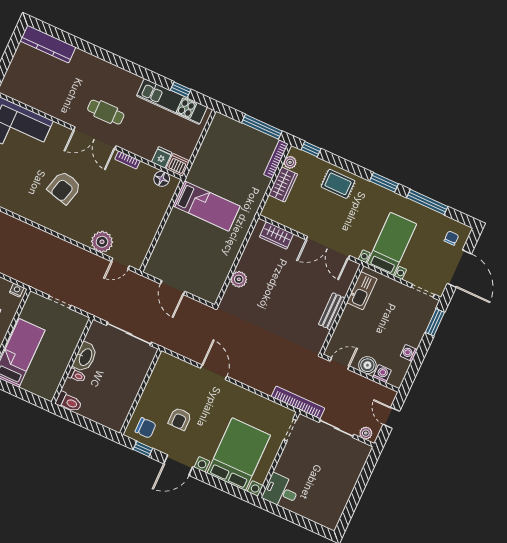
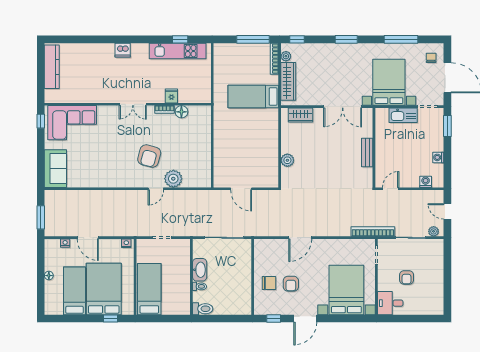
kitchen counter: (48, 44) -> (52, 67), moved, turned -90
cafe table: (106, 112) -> (132, 81), removed
double door: (95, 138) -> (133, 104), width x0.73
fridge: (162, 157) -> (171, 96), moved
dishwasher: (178, 165) -> (123, 50), moved, turned 180
floor lamp: (162, 179) -> (181, 112), moved
window: (384, 182) -> (346, 39), moved
wardrobe: (283, 184) -> (288, 81), width x1.50
rug: (338, 184) -> (329, 56), removed
armchair: (64, 188) -> (149, 156), moved
bed: (206, 206) -> (253, 96), moved, turned 180
bed with nightstands: (392, 244) -> (389, 82), width x1.36
door: (120, 264) -> (156, 189), moved
kitchen sink: (362, 291) -> (403, 115), moved, turned 90
boiler: (367, 365) -> (412, 180), removed
door: (214, 372) -> (300, 238), swing flipped
chair: (146, 428) -> (269, 283), moved
armchair: (312, 471) -> (407, 277), added

